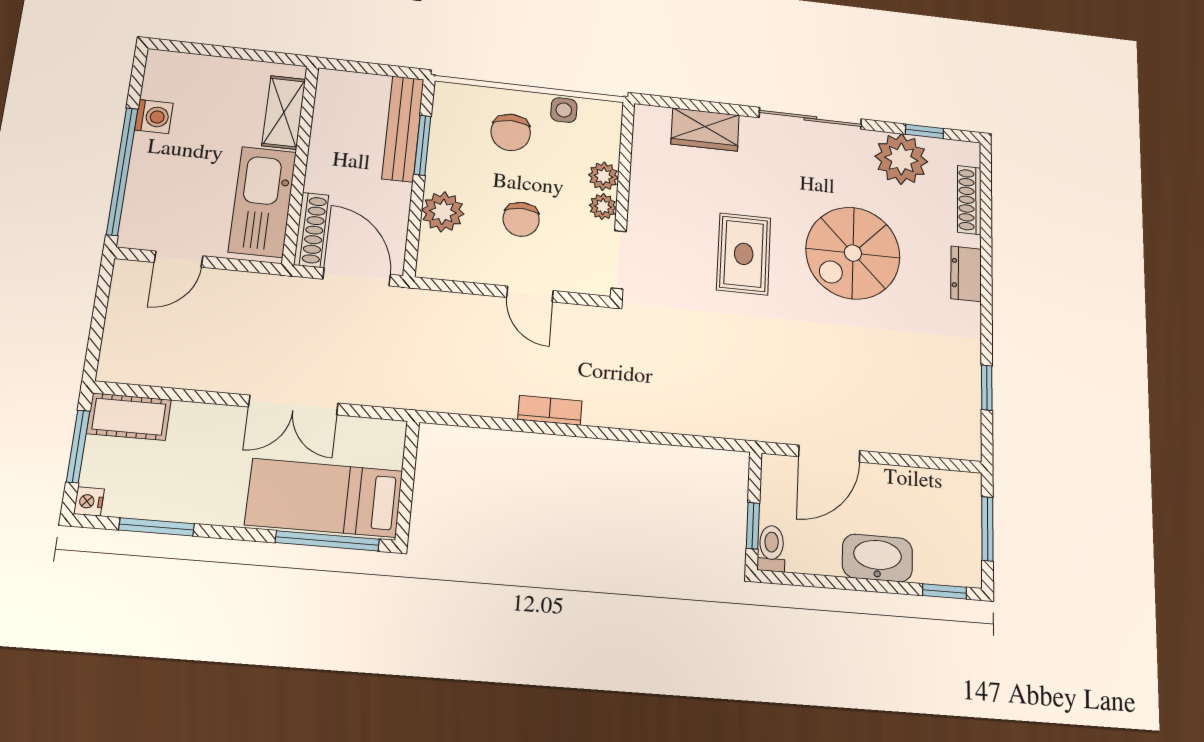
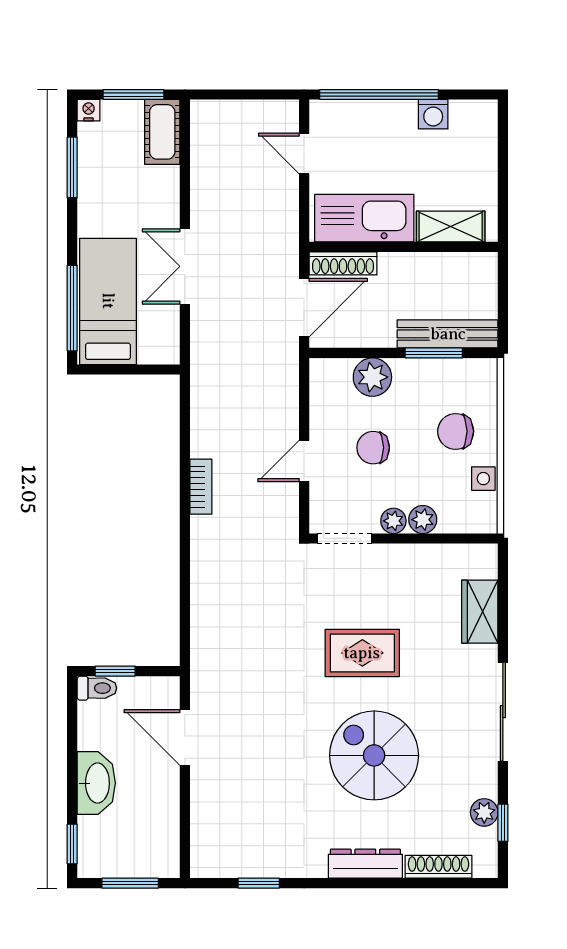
plant: (901, 159) -> (484, 812), width x0.53, depth x0.53
dresser: (966, 274) -> (365, 864), width x1.44

